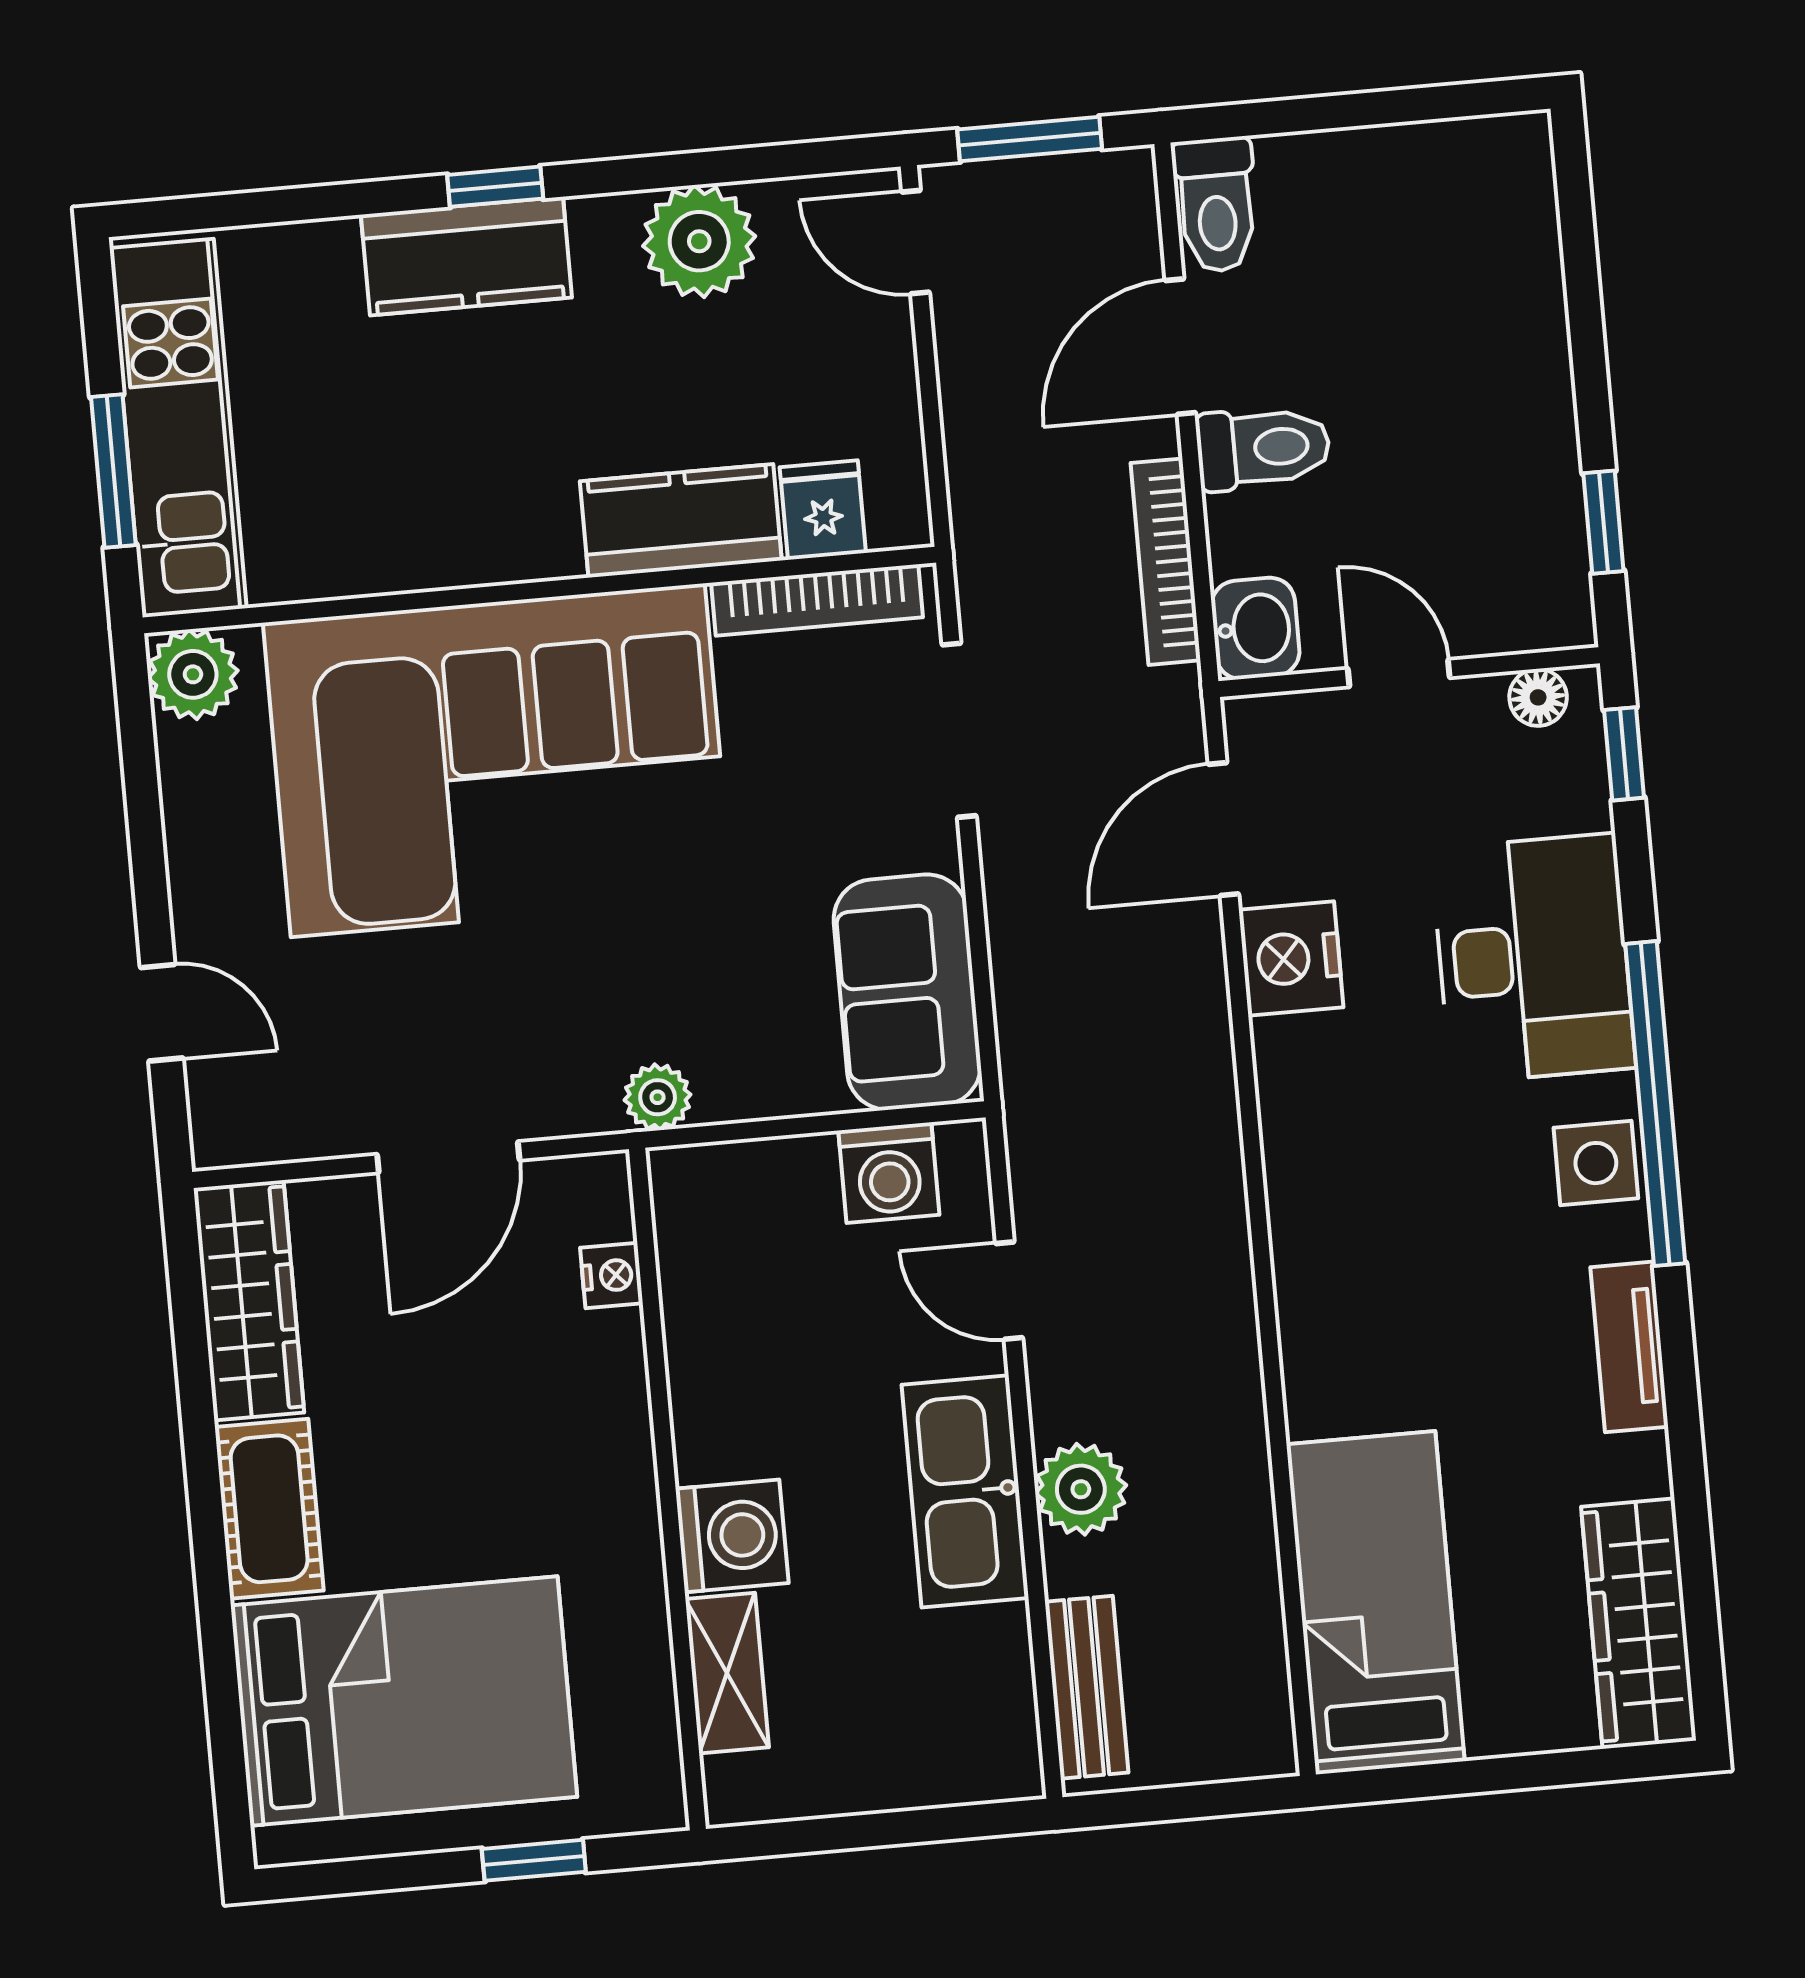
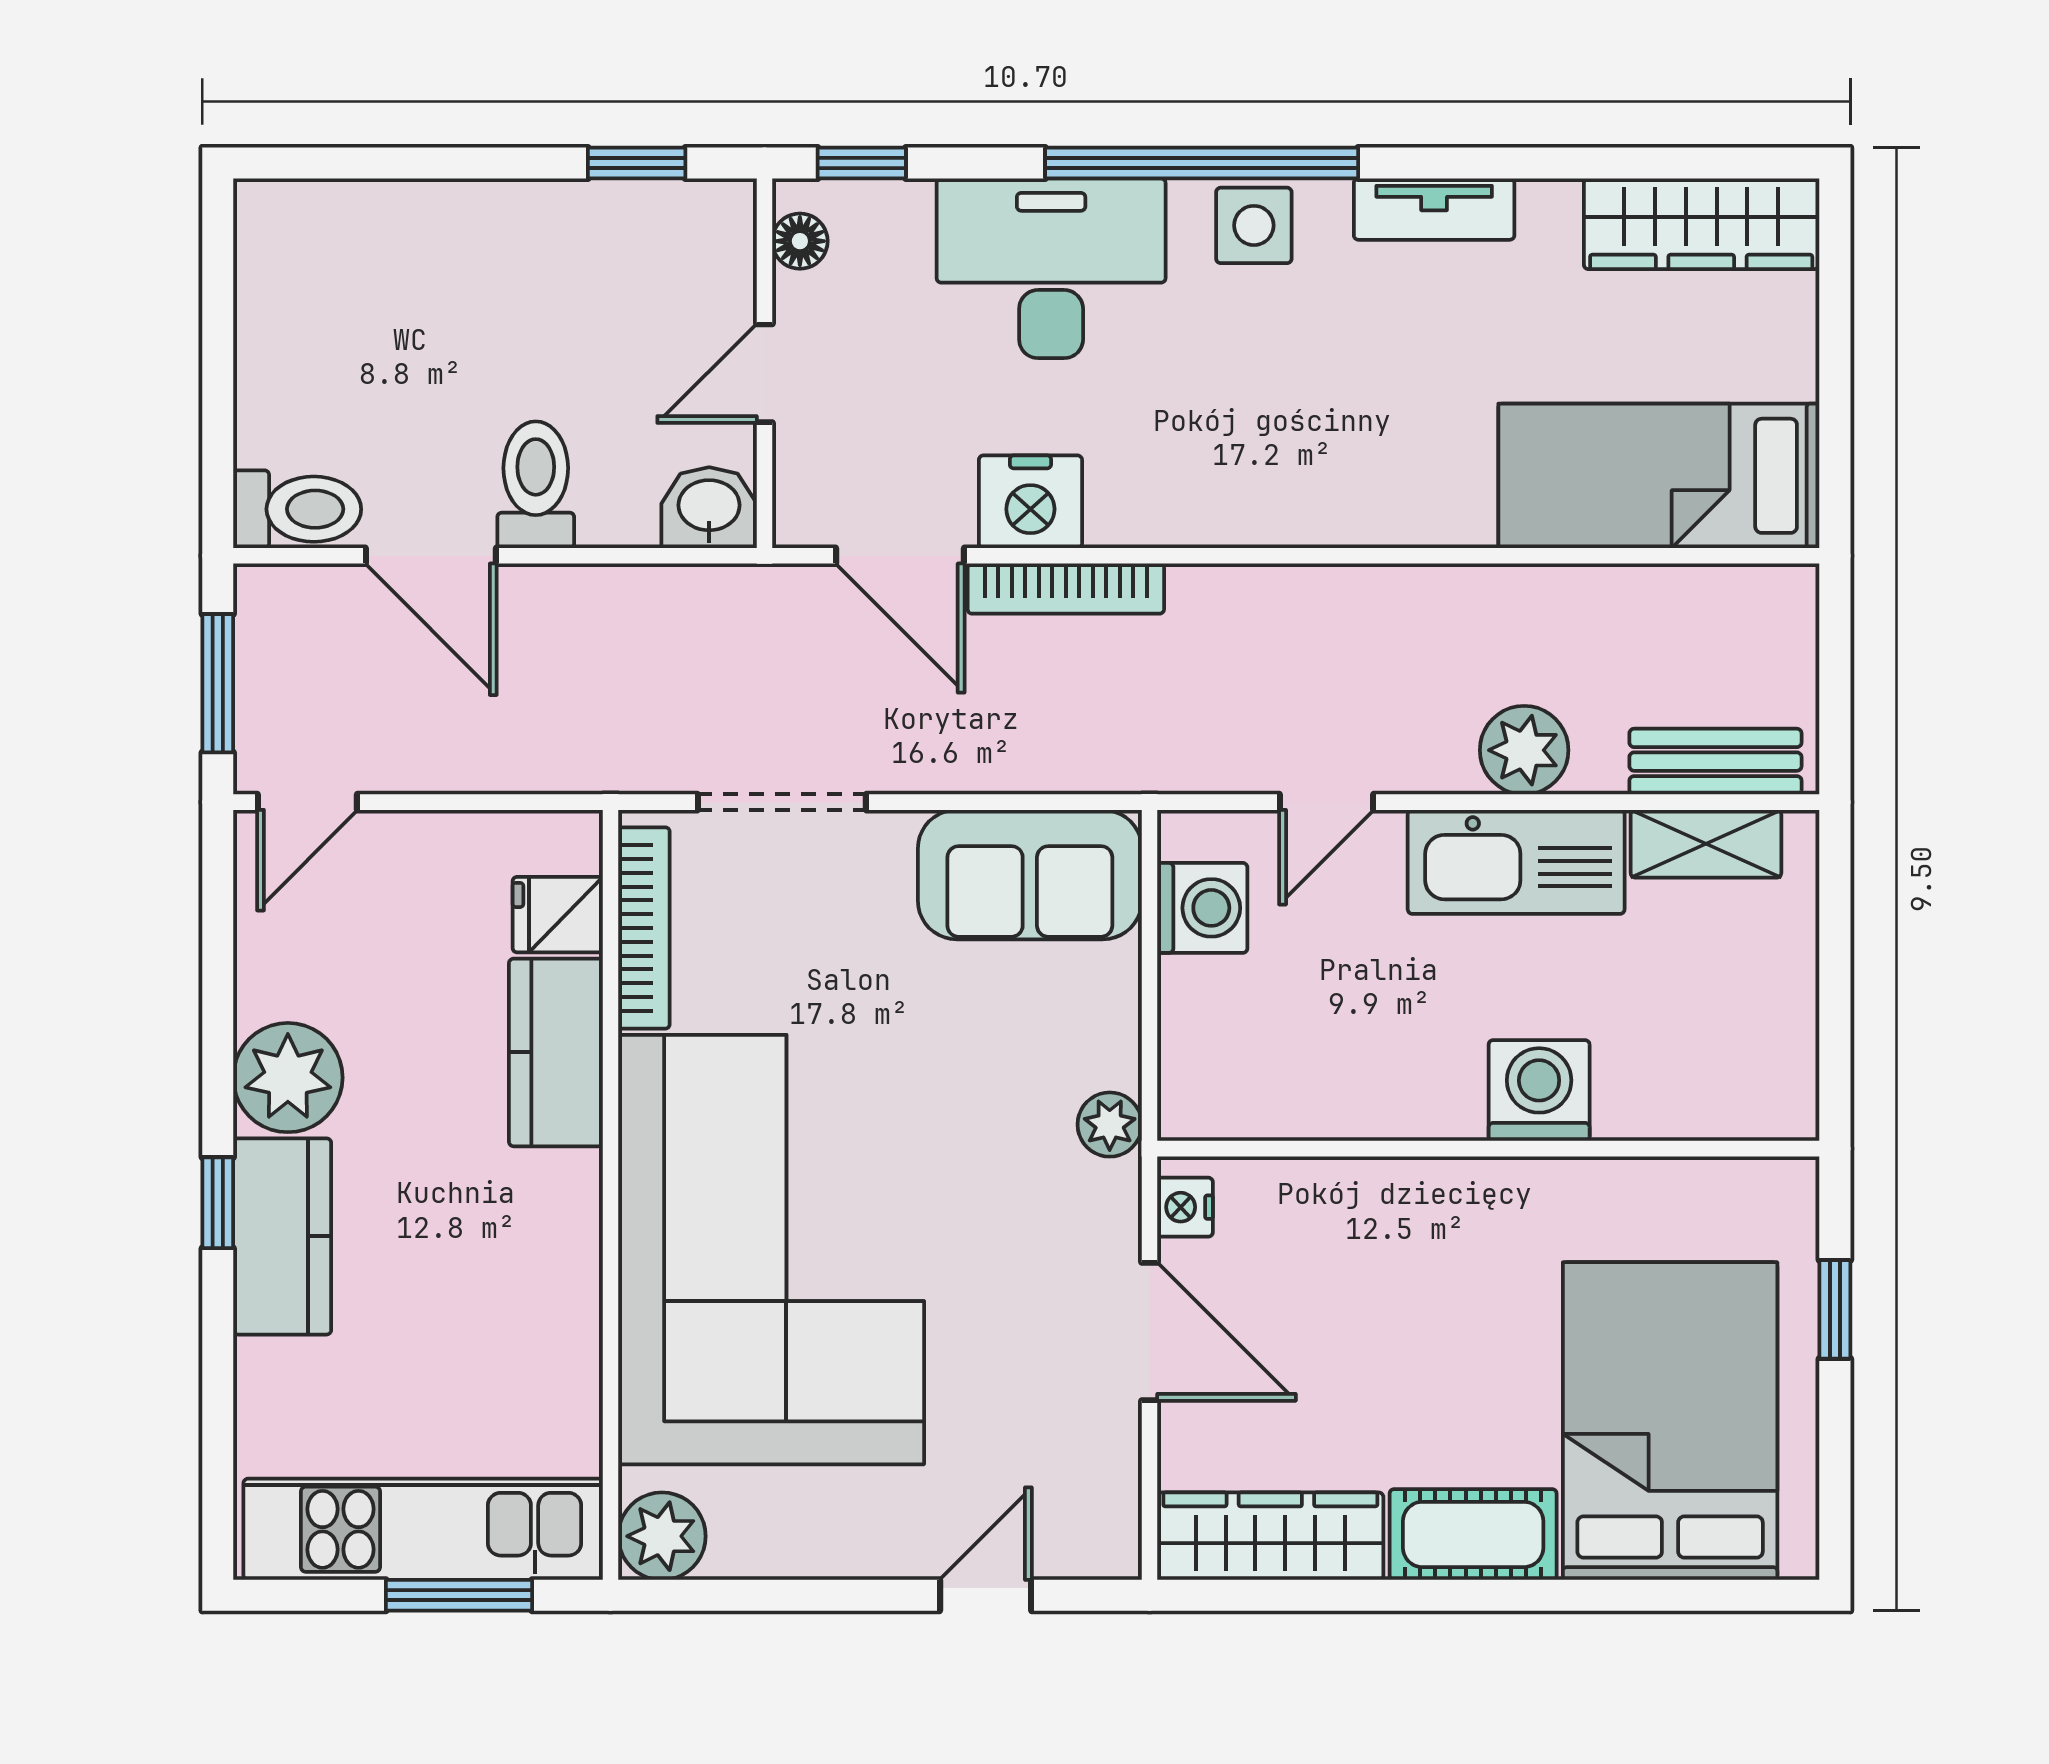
plant: (699, 241) -> (288, 1078), moved
bookcase: (1166, 562) -> (1066, 589), moved
nightstand: (612, 1275) -> (1185, 1207), moved, turned -90
shelving: (727, 1673) -> (1706, 844), moved

